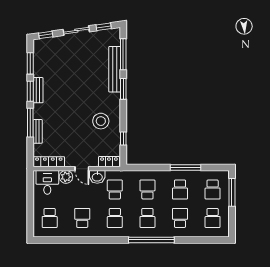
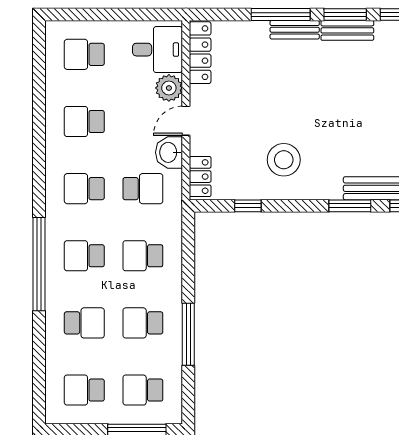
bench: (38, 131) -> (295, 30), moved
school desk: (147, 189) -> (143, 256), turned 180
school desk: (82, 218) -> (84, 122), turned 180

